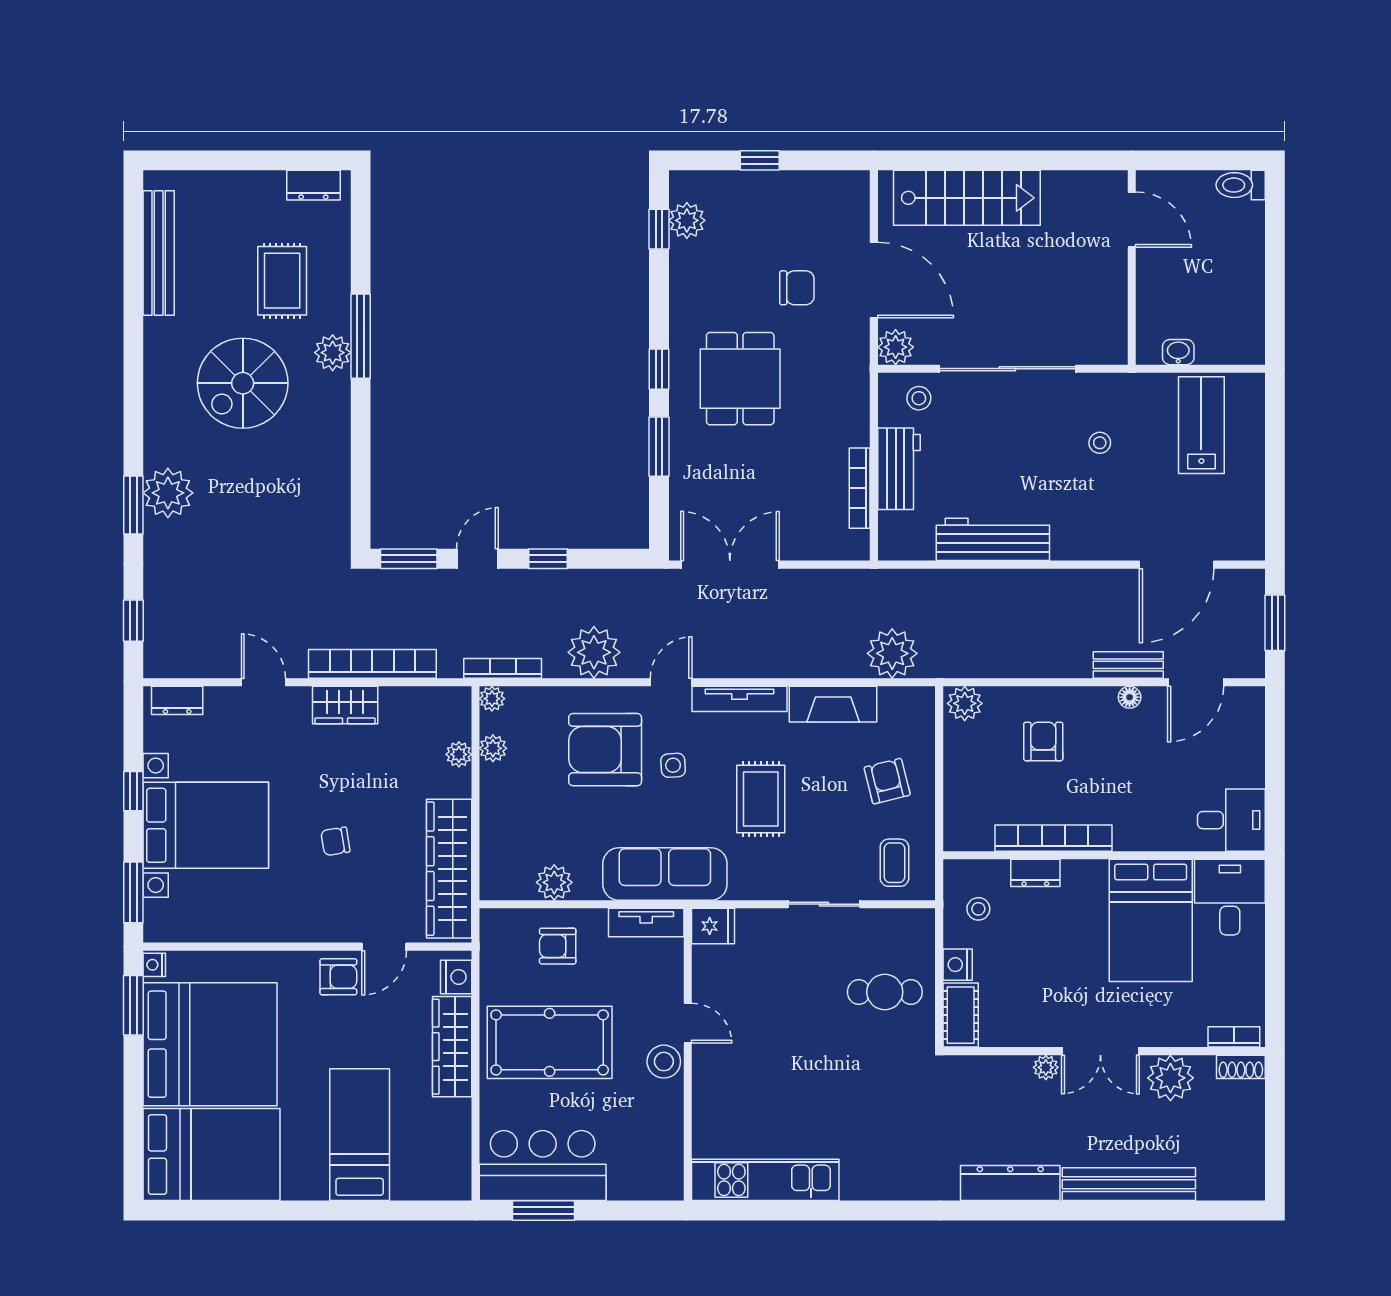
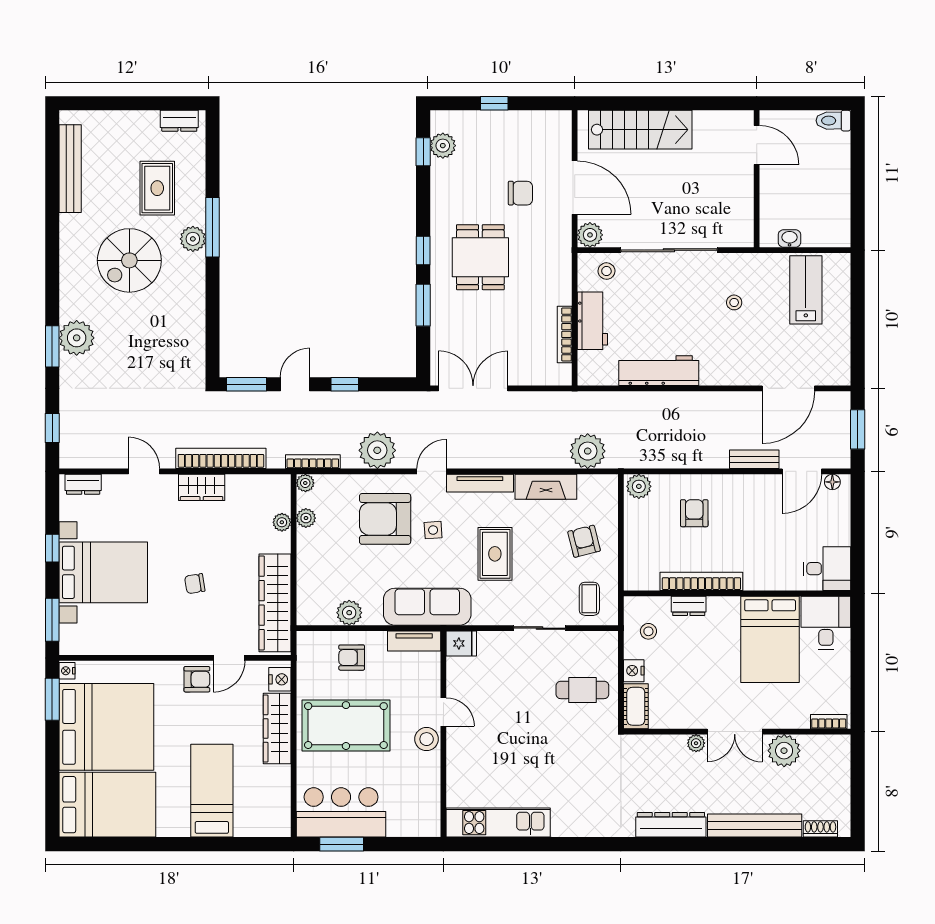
floor lamp: (1130, 697) -> (832, 482), moved
shoe rack: (1241, 1067) -> (820, 829), moved, turned 180

